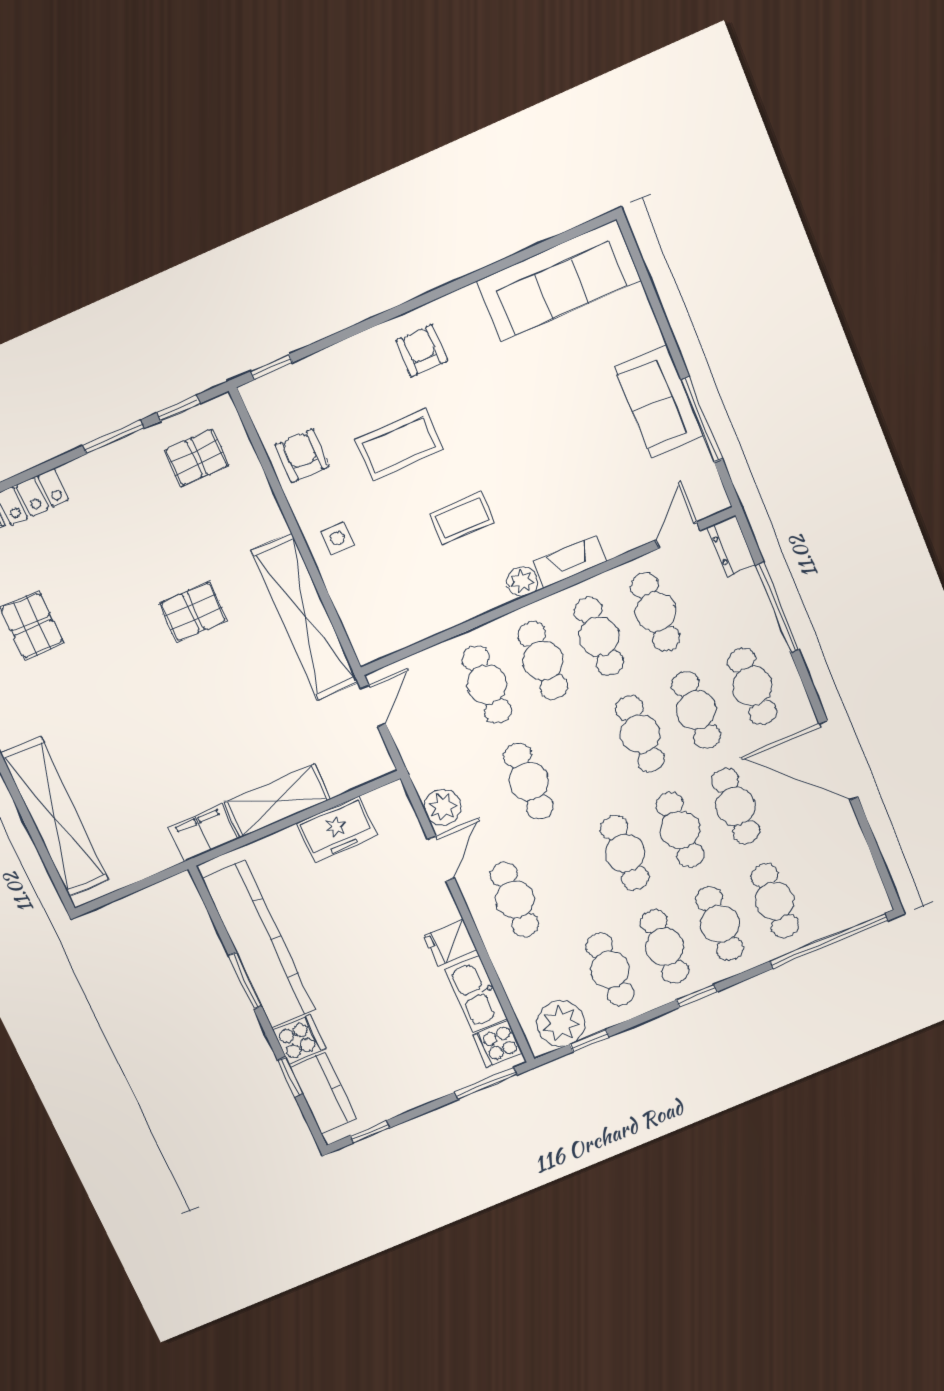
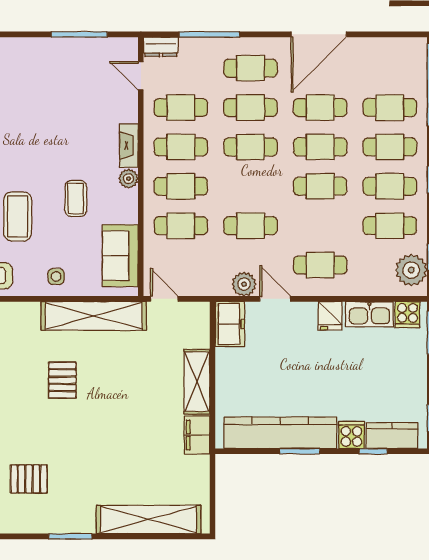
sofa: (659, 401) -> (120, 256), moved, turned 90
freezer: (337, 829) -> (230, 324), moved

